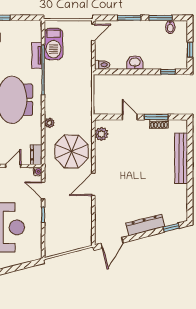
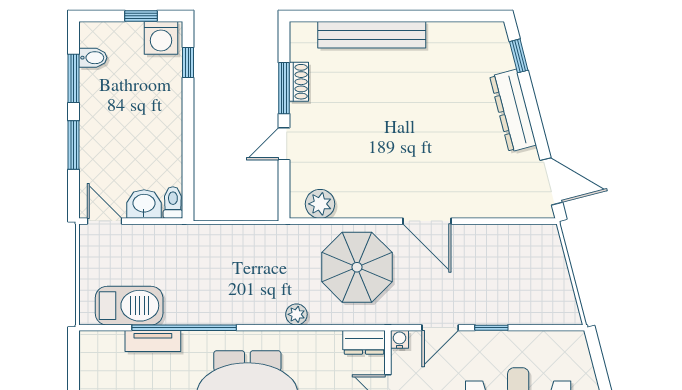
washing machine: (180, 59) -> (161, 38), added
washbasin: (135, 62) -> (144, 204), moved, turned 90

